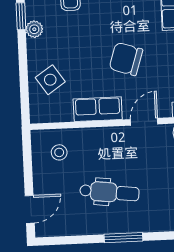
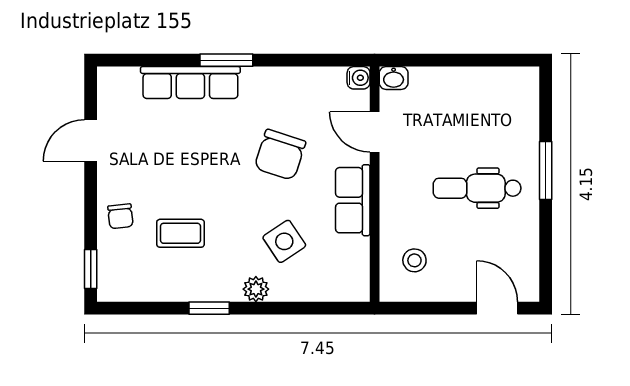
plant: (34, 29) -> (256, 289), moved
side table: (50, 80) -> (284, 241), moved
dental chair: (109, 192) -> (477, 188), turned -97

